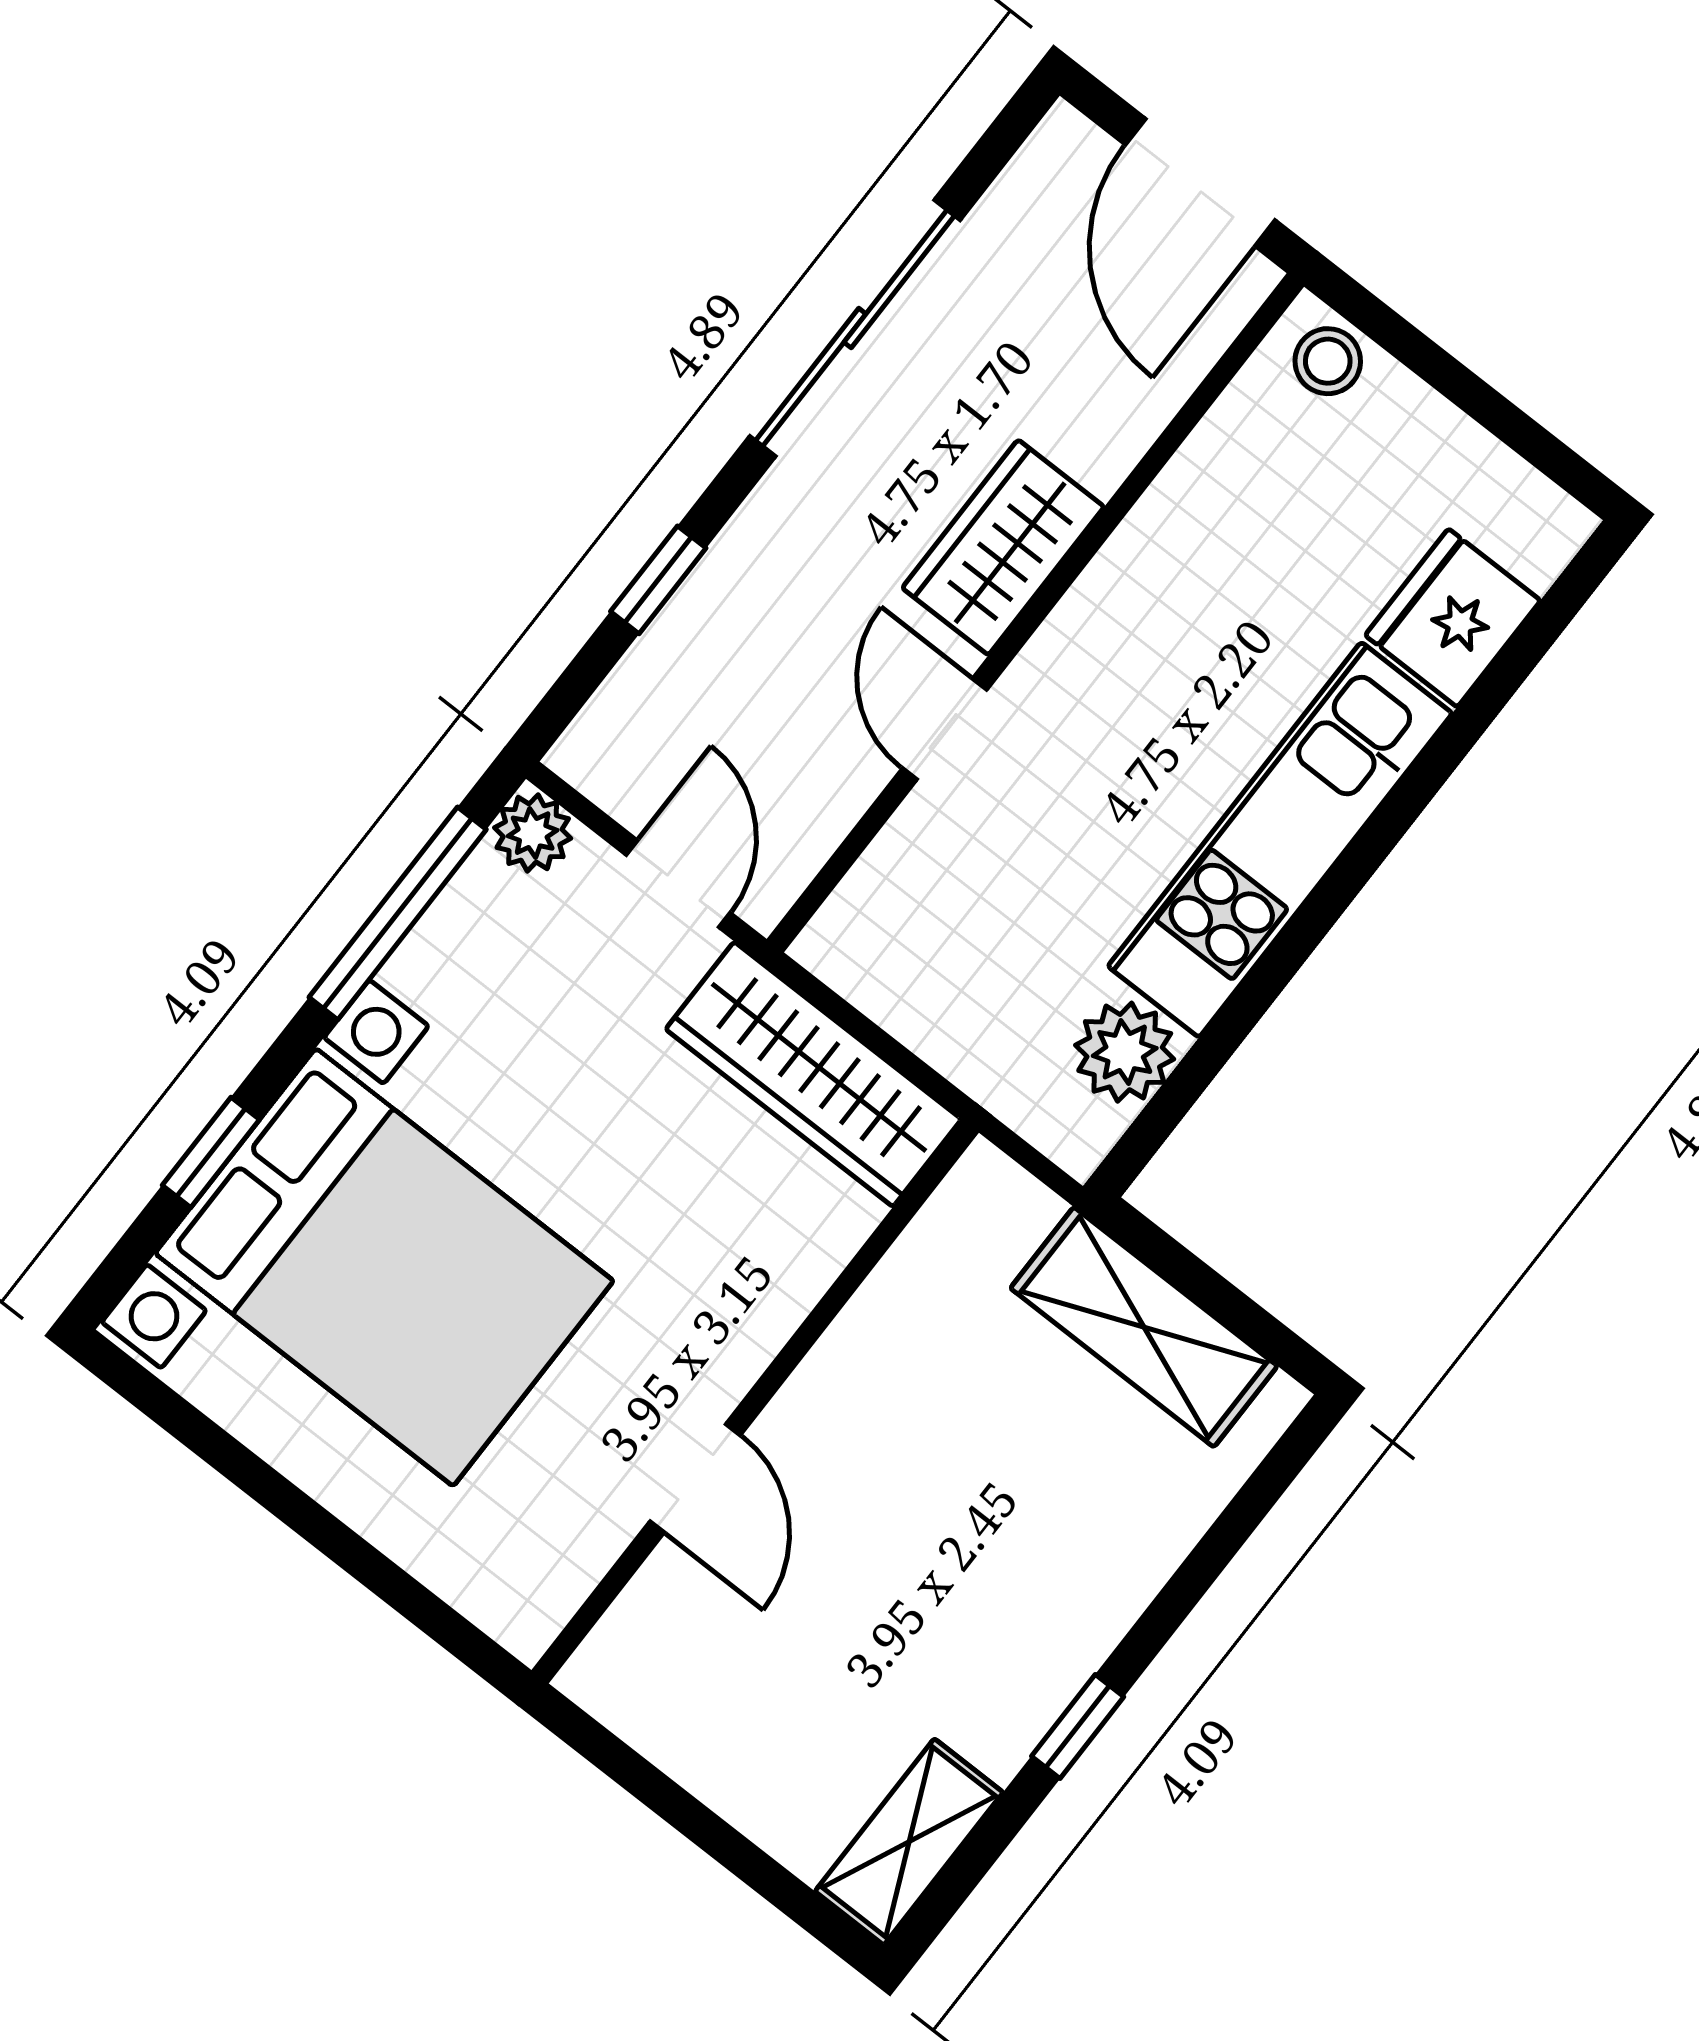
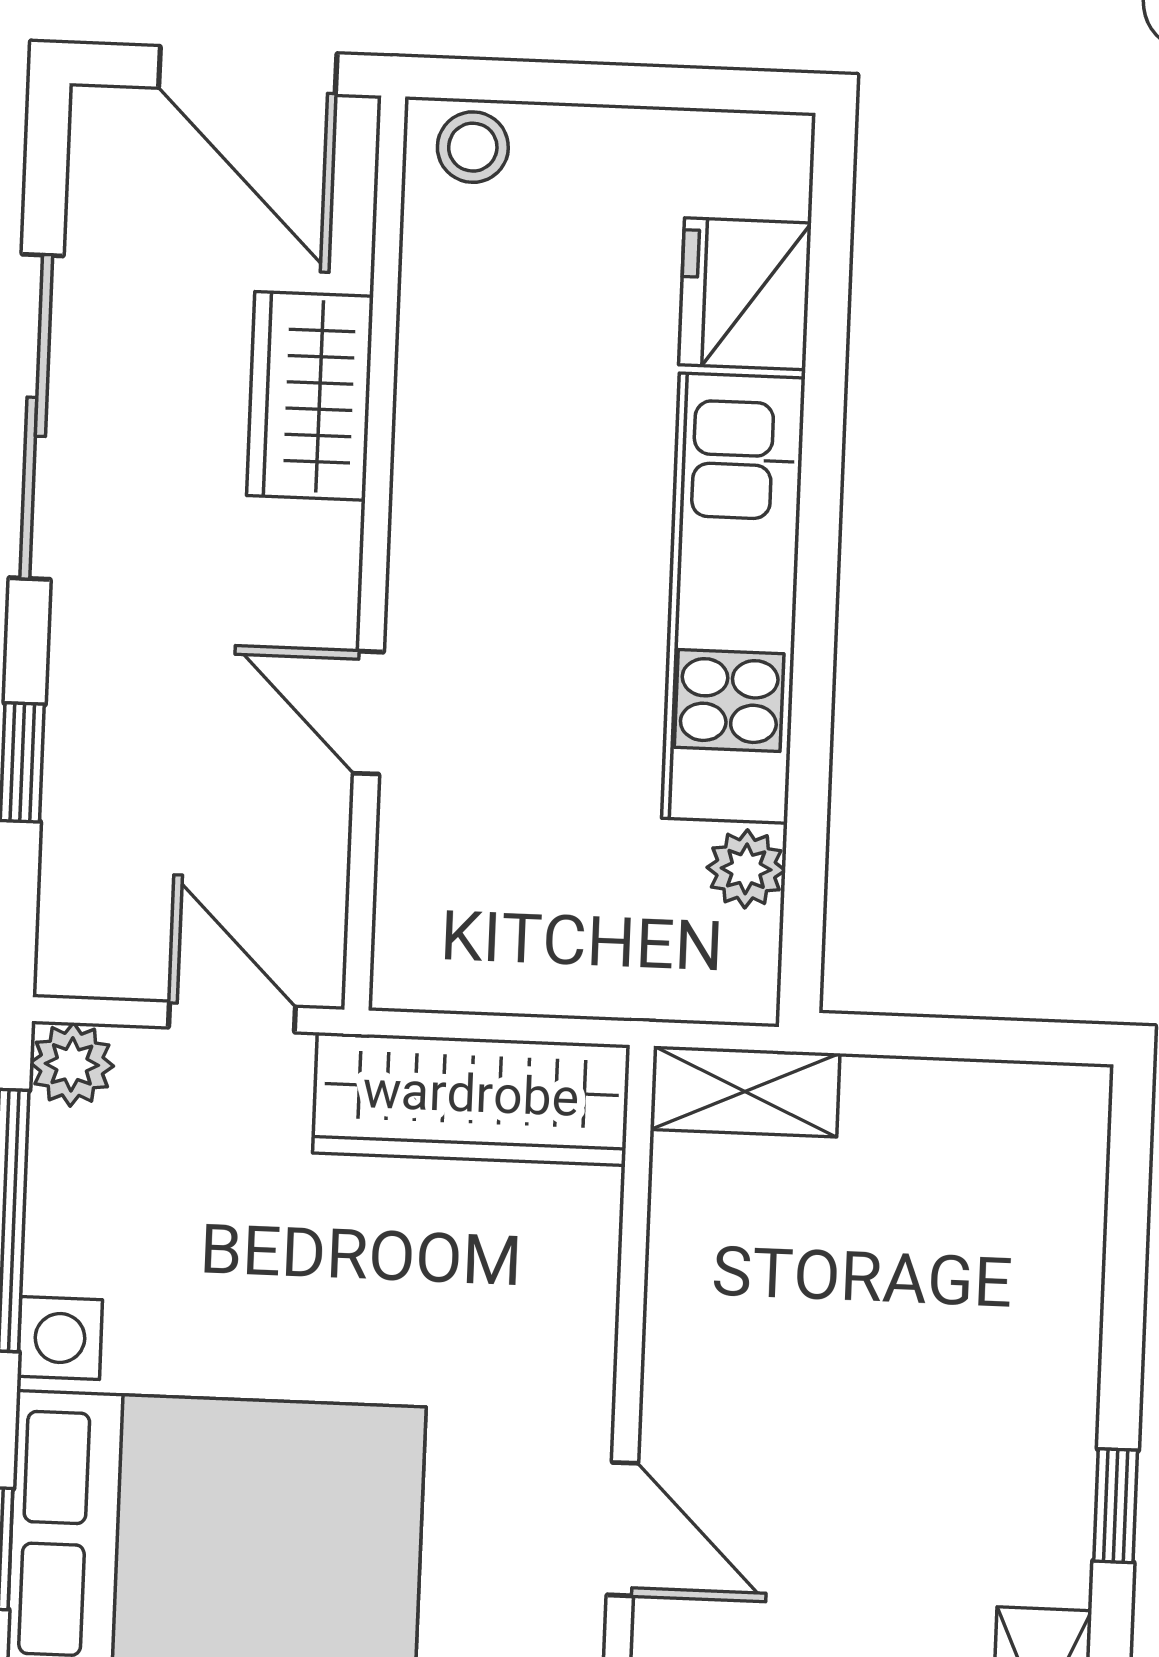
wardrobe: (1003, 547) -> (310, 396), moved
plant: (1125, 1052) -> (746, 869), width x0.73, depth x0.73
shelving: (1144, 1327) -> (745, 1092), moved, width x0.67, depth x0.75

